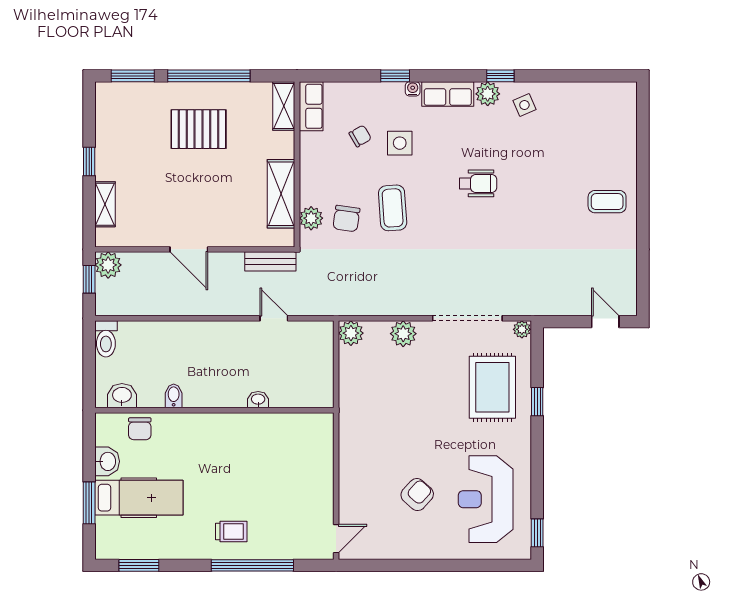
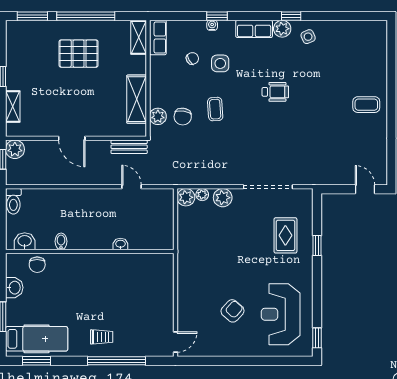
water cooler: (413, 89) -> (212, 25), moved
coffee table: (393, 208) -> (215, 109), width x0.73, depth x0.77
plant: (522, 329) -> (202, 195), moved
rug: (492, 387) -> (285, 235), width x0.73, depth x0.70
hospital bed: (139, 498) -> (37, 339), moved

